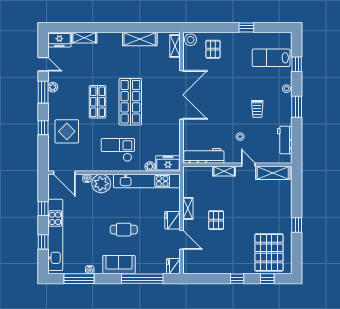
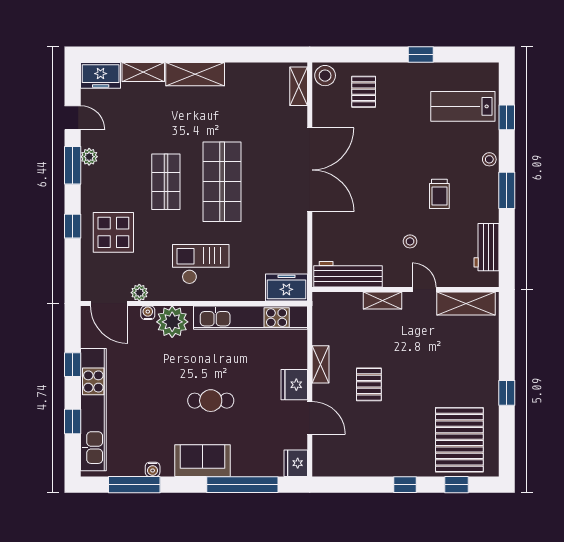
shelving: (140, 39) -> (195, 74), moved
plant: (150, 167) -> (139, 293), moved

